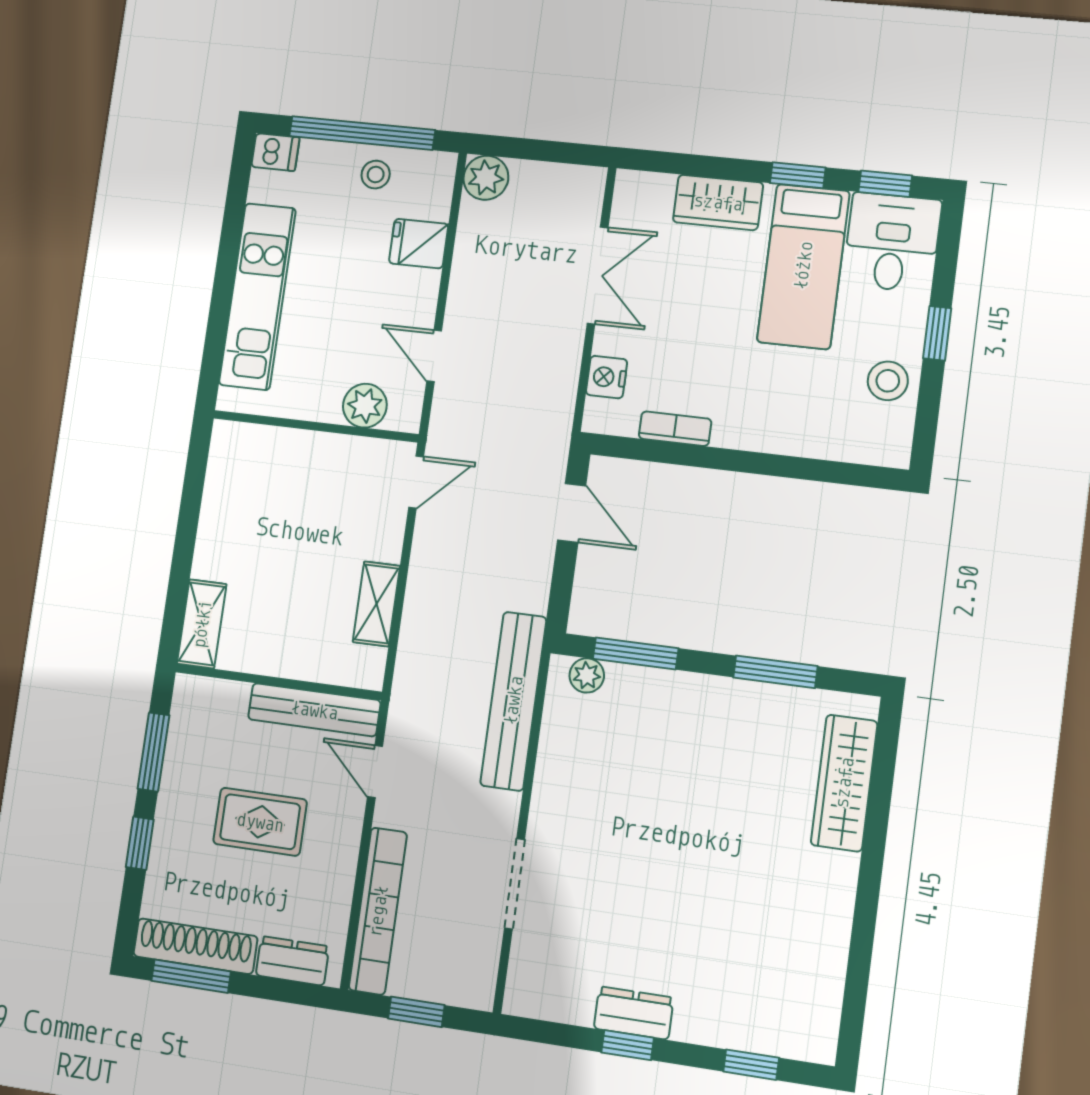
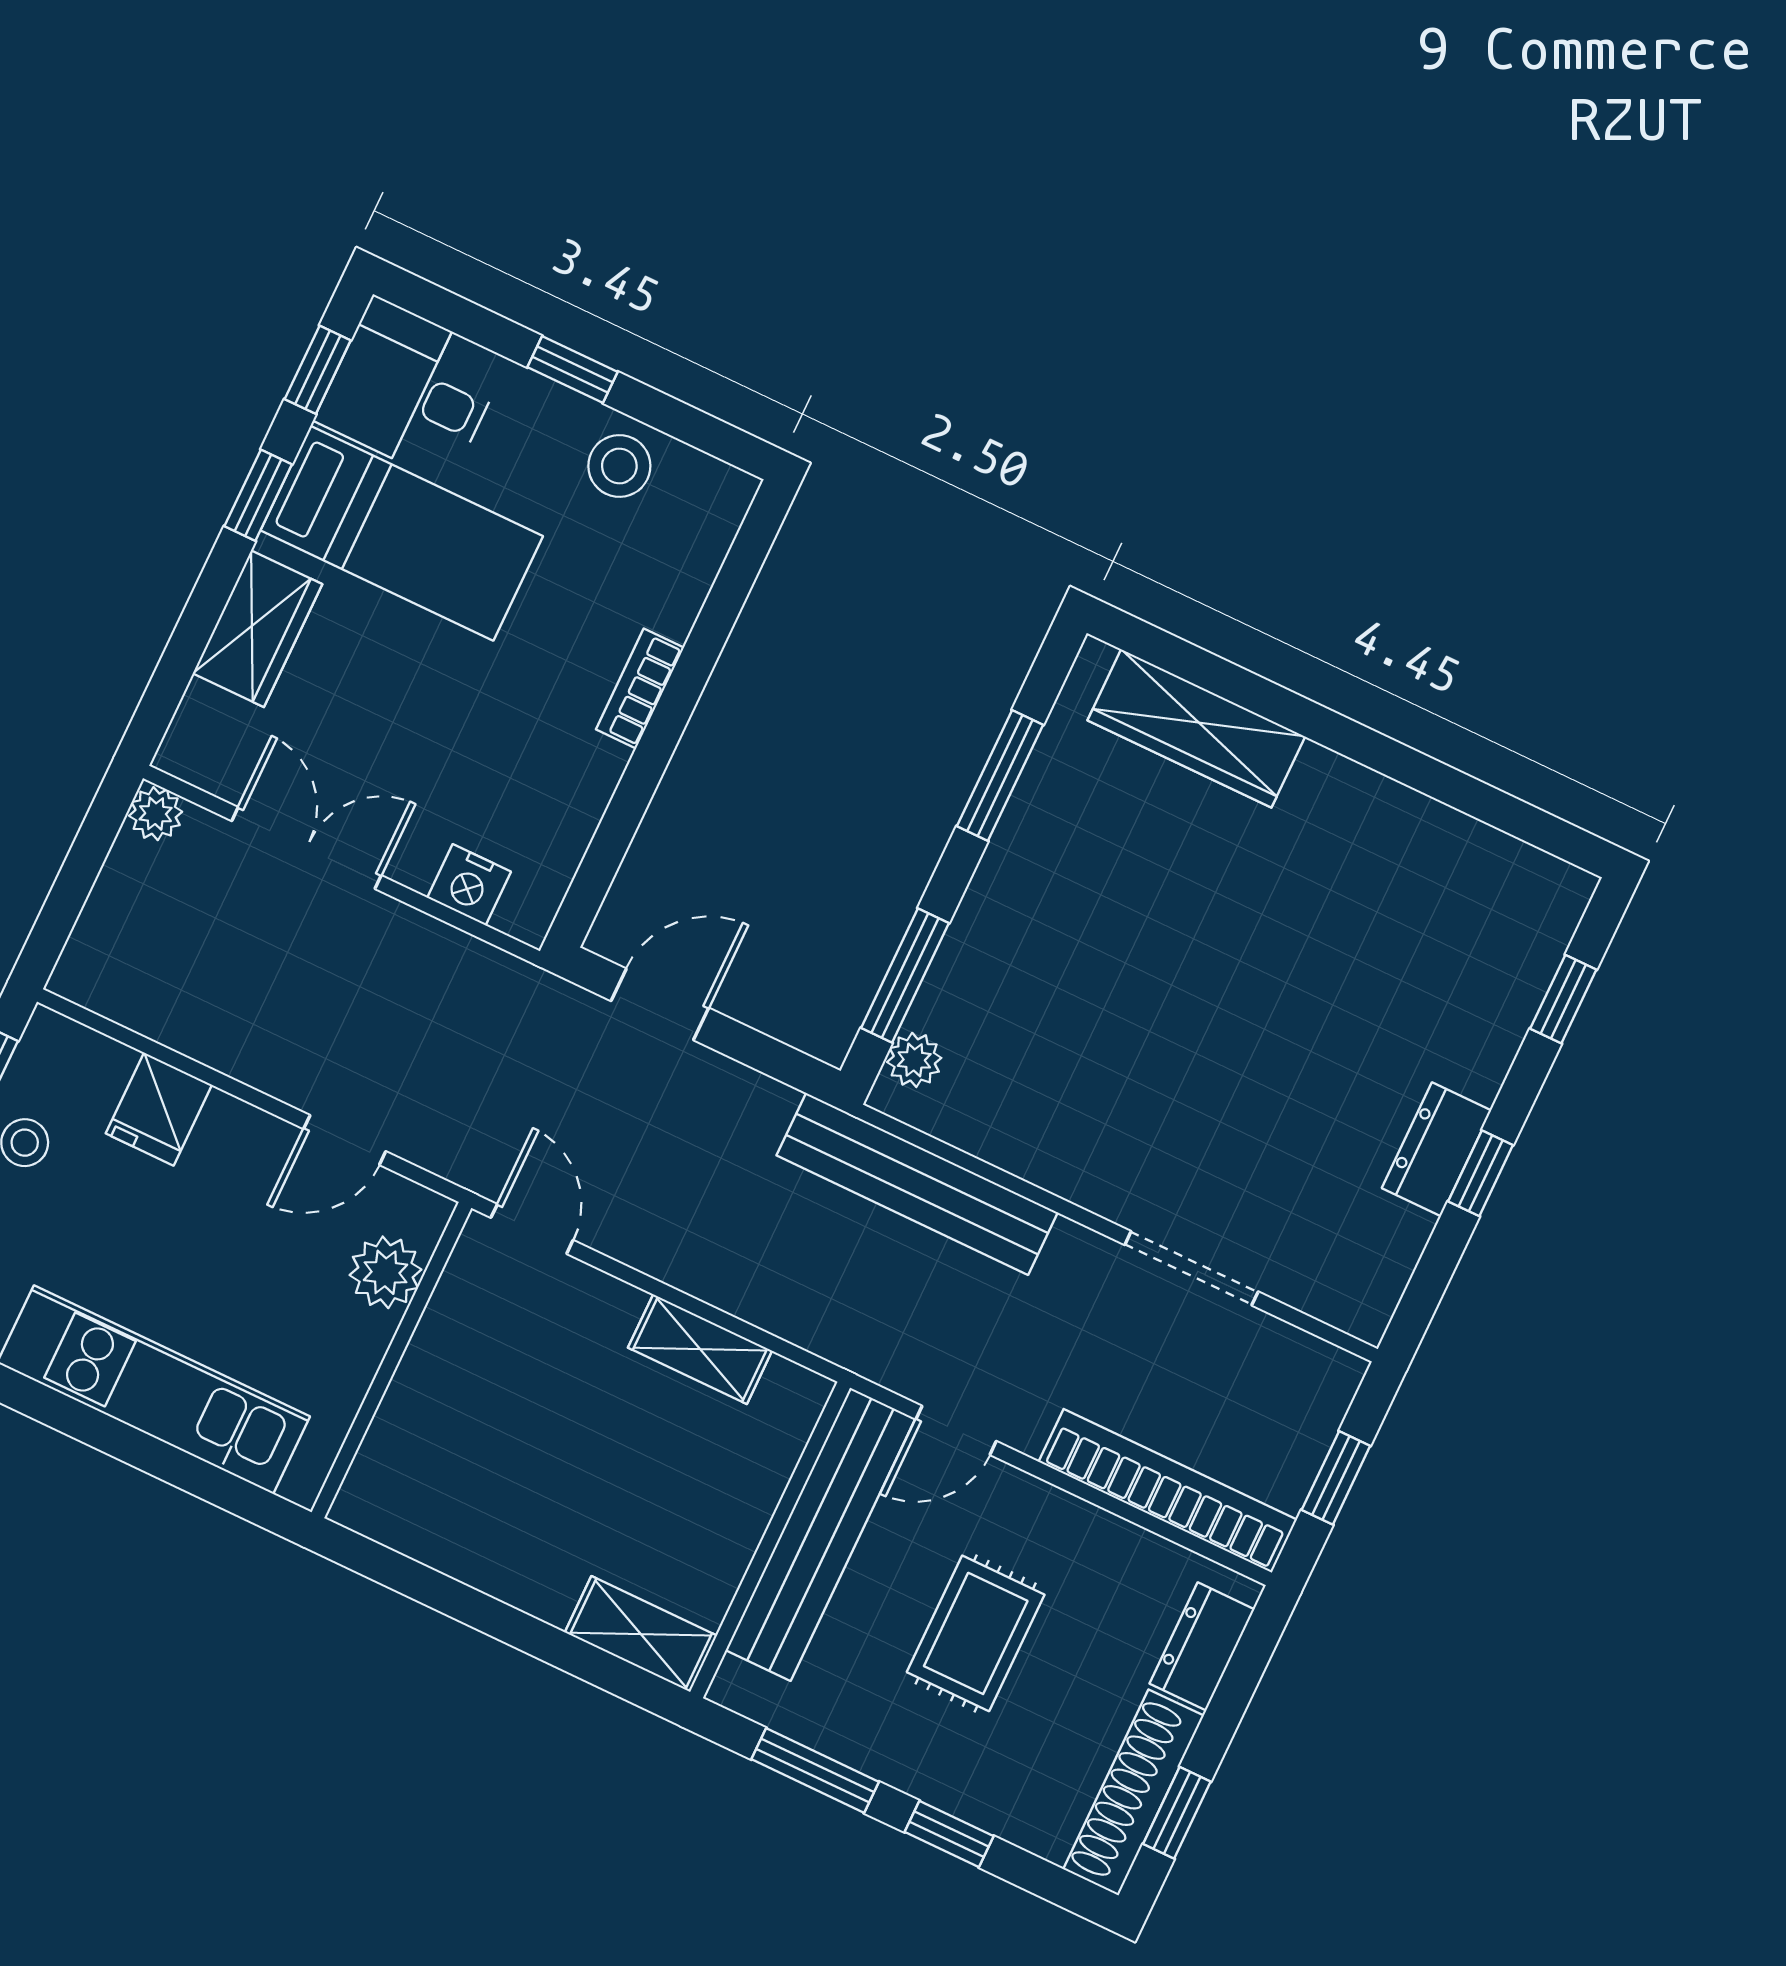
plant: (486, 178) -> (156, 814), moved, width x0.73, depth x0.73
bookcase: (675, 429) -> (640, 688), moved
bench: (314, 710) -> (820, 1534), width x1.37, depth x1.21
window: (191, 976) -> (1177, 1813), width x0.67

